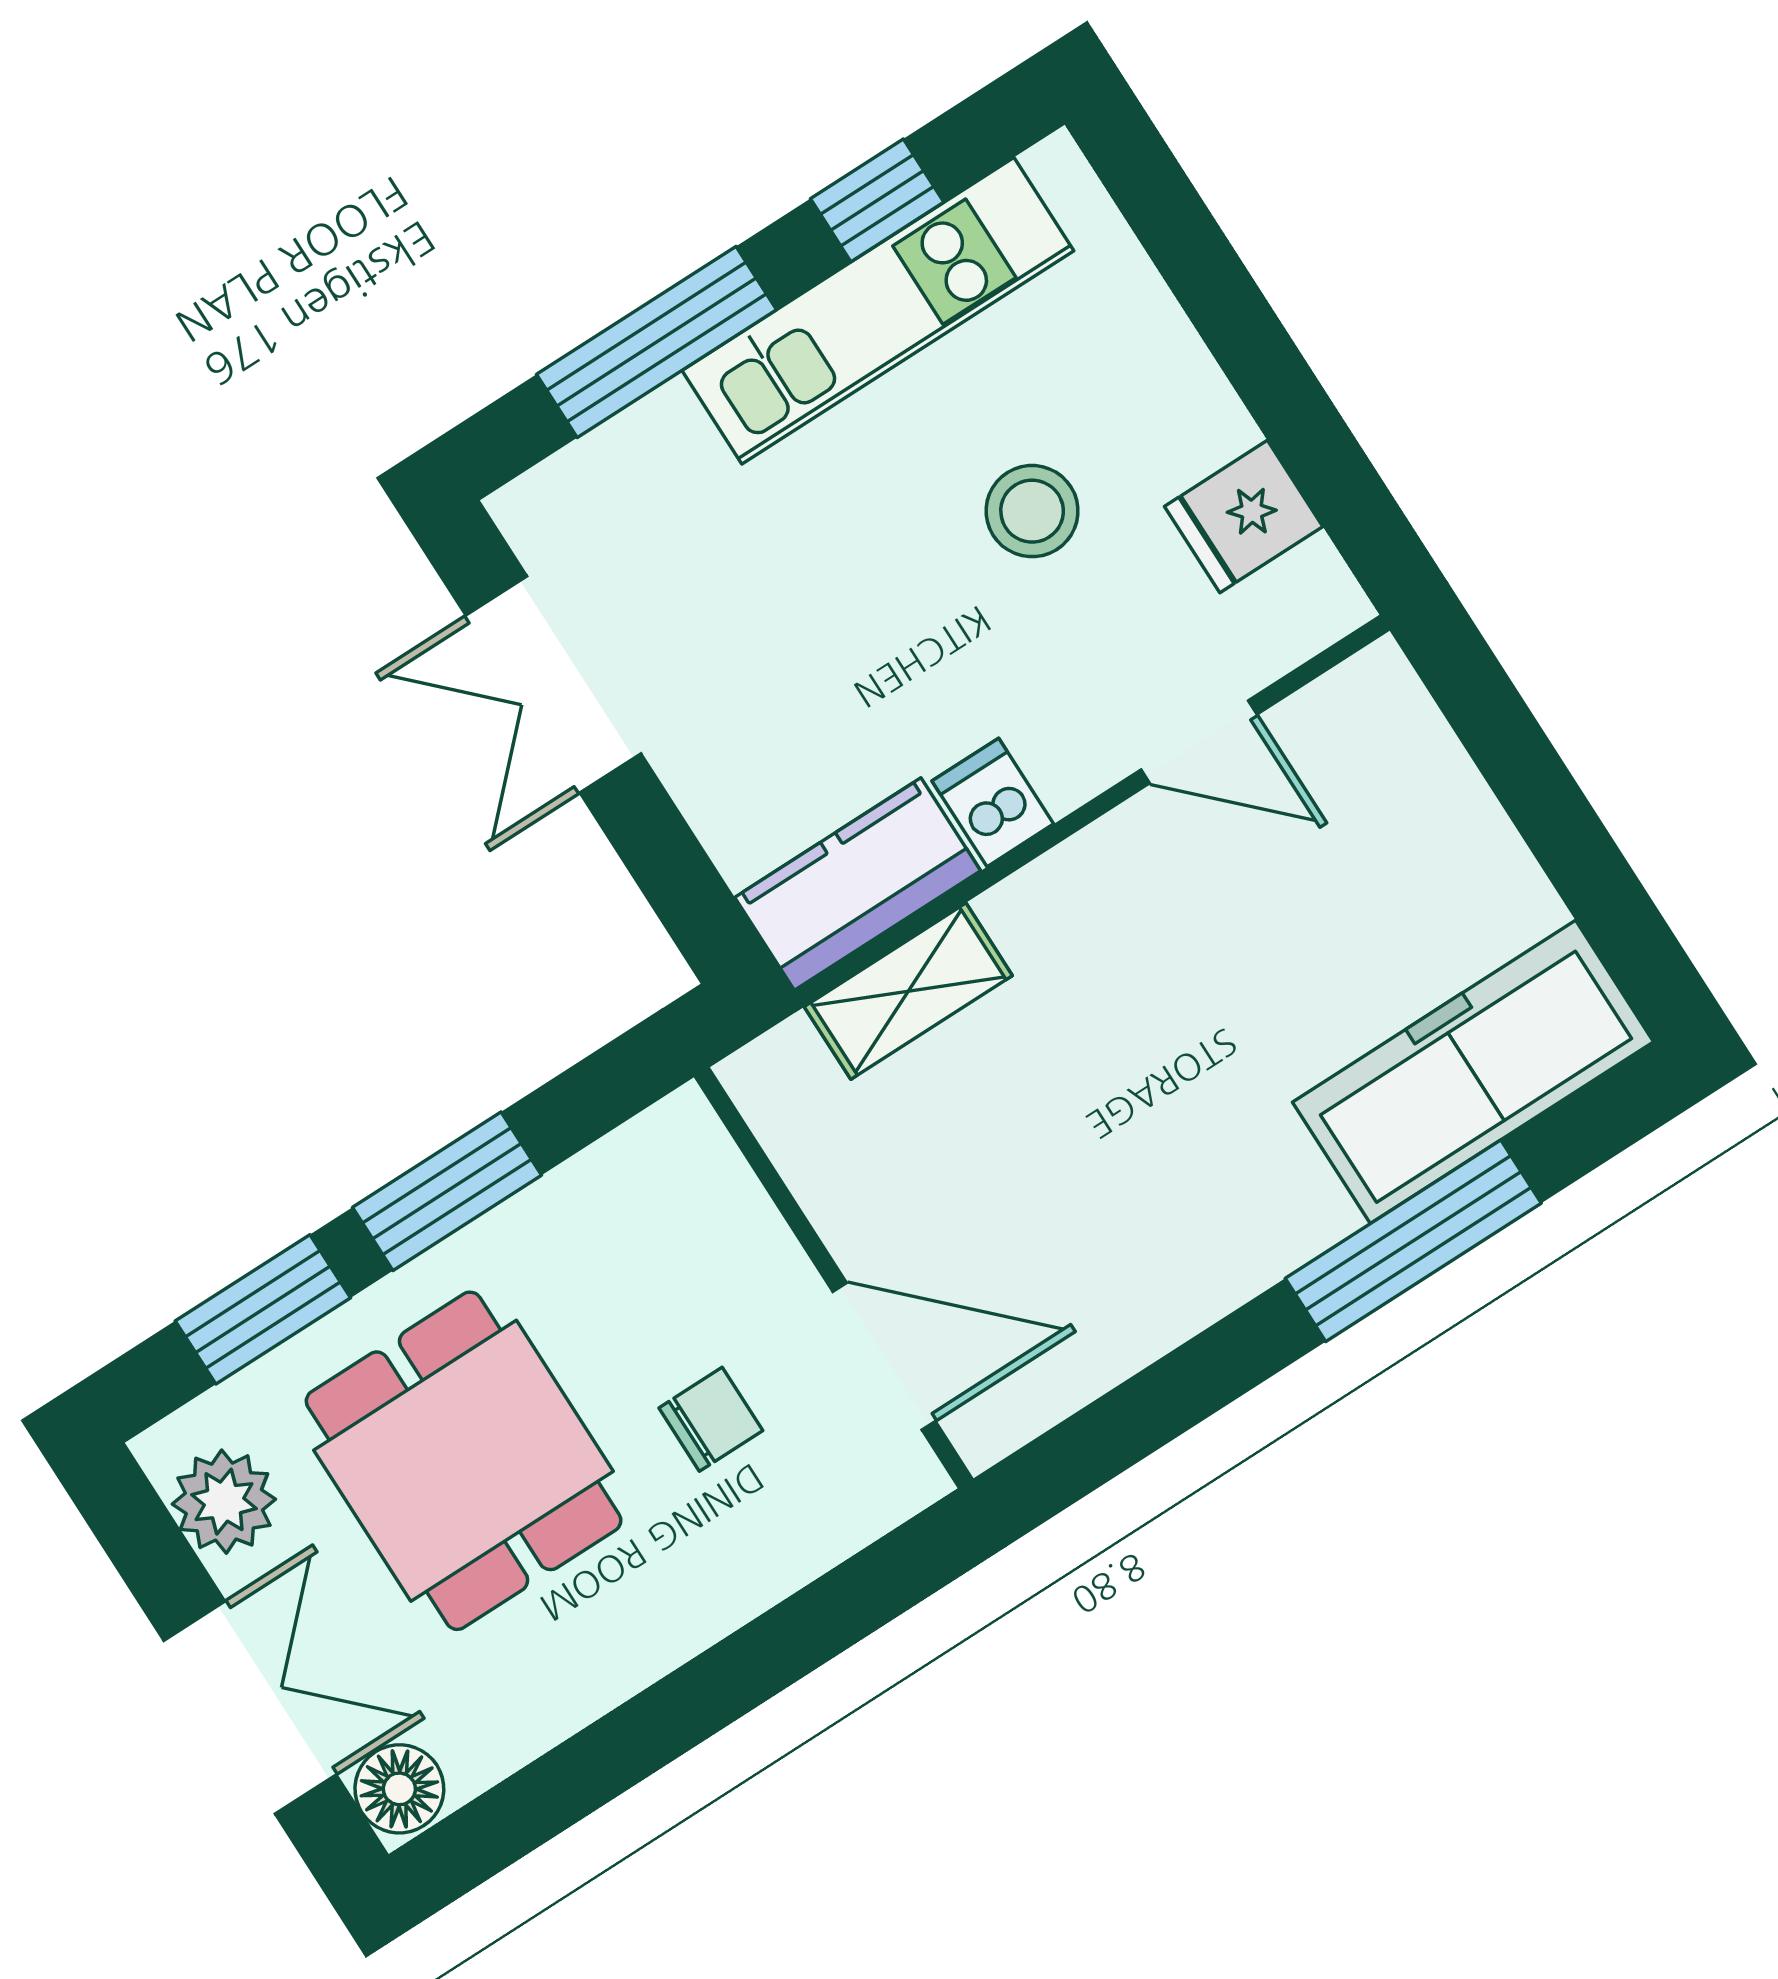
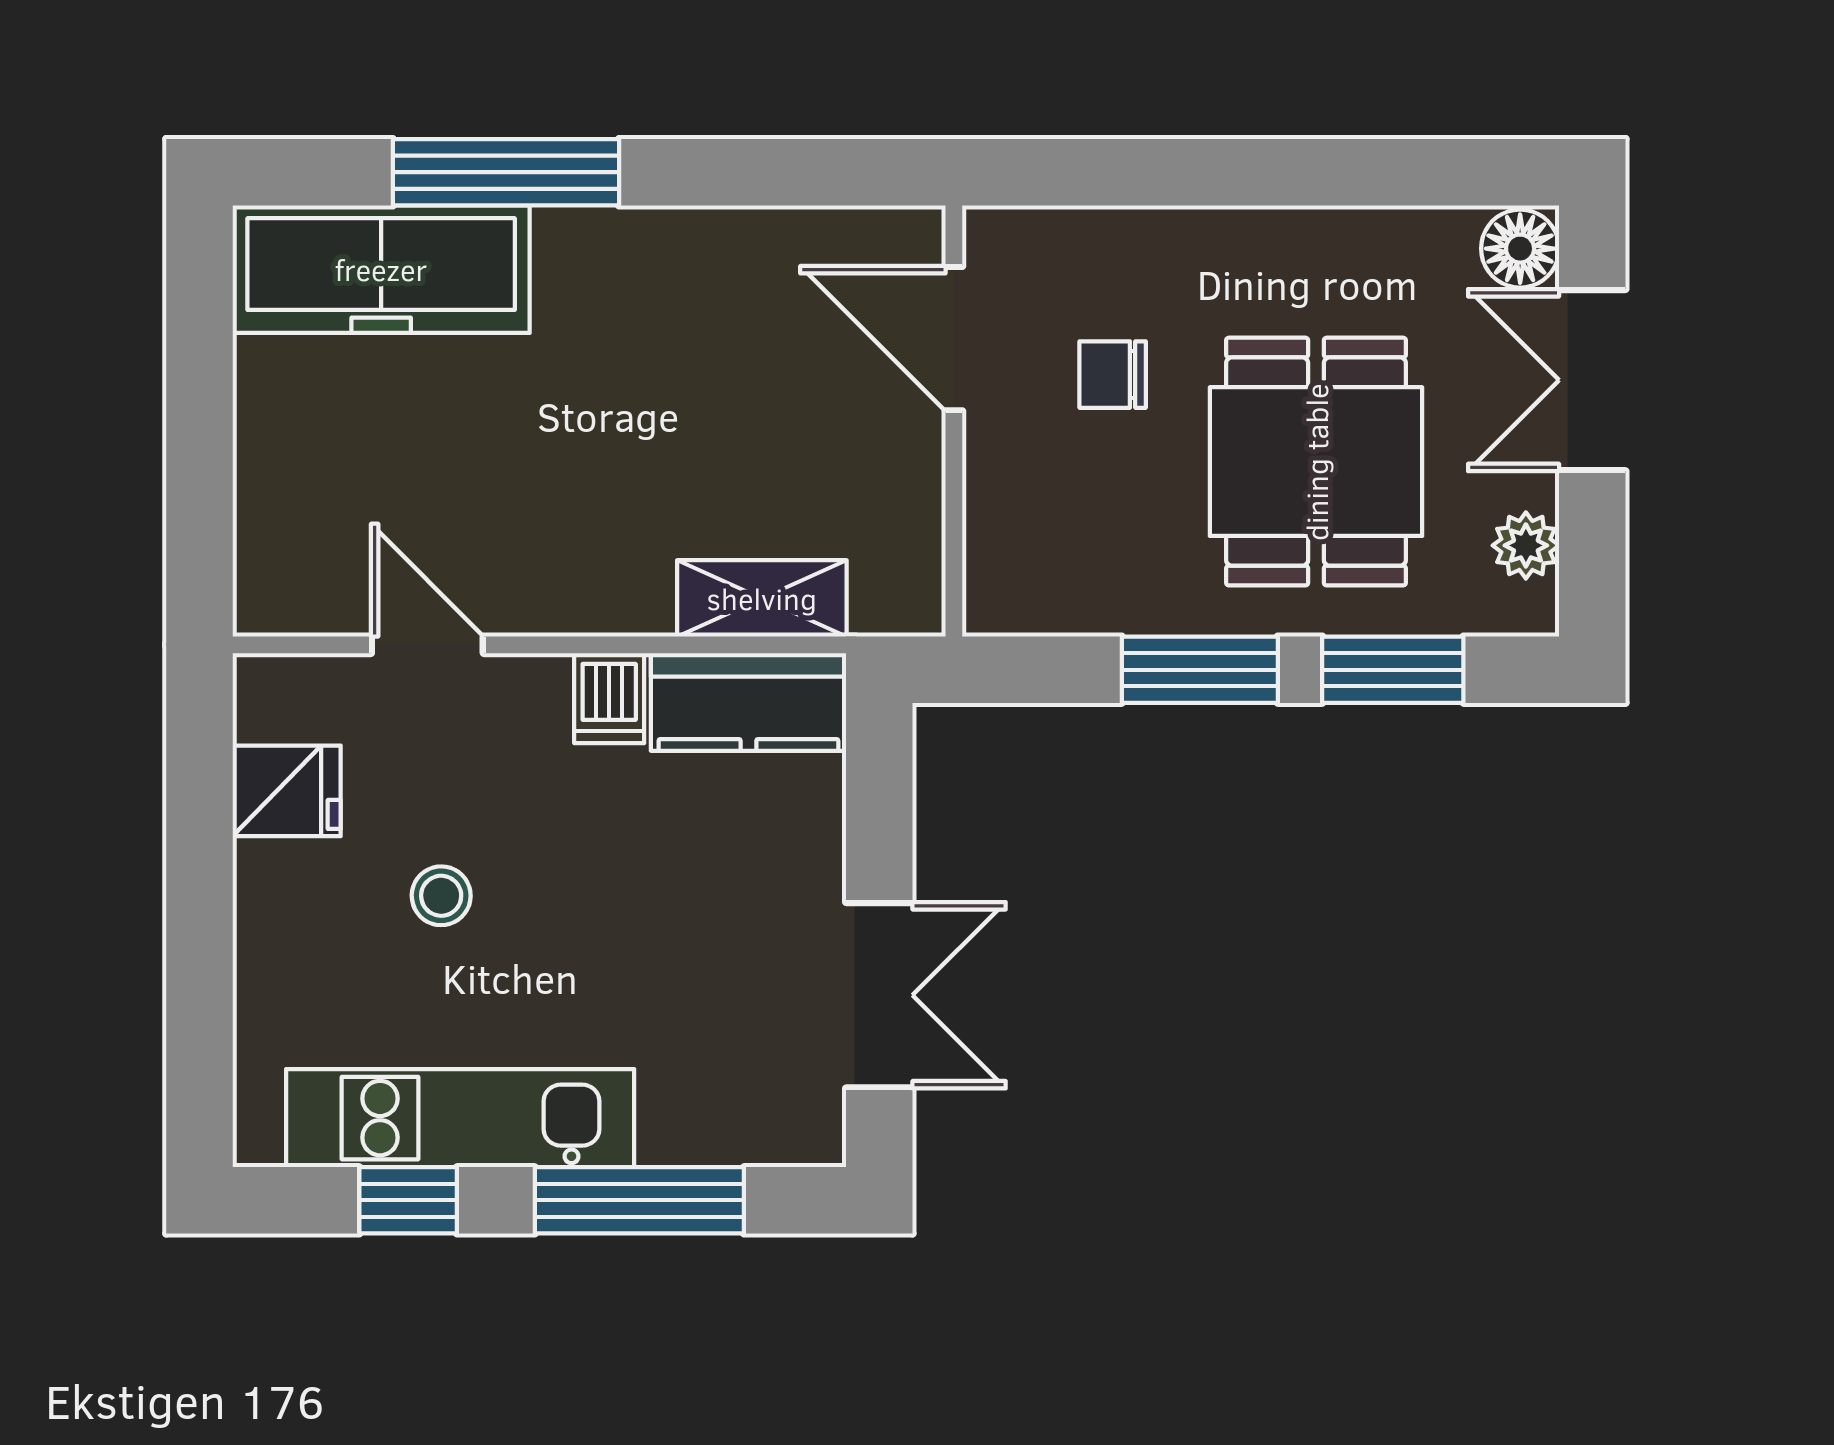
stool: (1032, 511) -> (441, 896), width x0.73, depth x0.73
plant: (224, 1502) -> (1526, 545), width x0.73, depth x0.73

